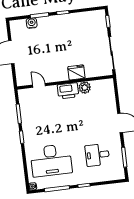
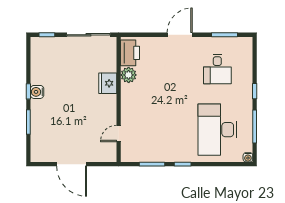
water cooler: (32, 23) -> (37, 92), moved
printer: (68, 91) -> (130, 53), moved
desk: (51, 160) -> (217, 130), turned 180

